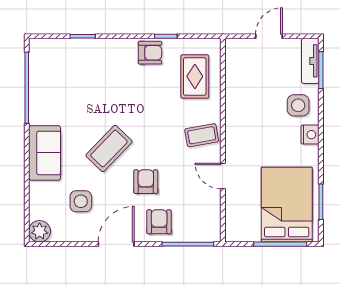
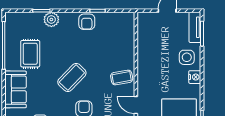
plant: (98, 49) -> (51, 19), added
armchair: (150, 53) -> (87, 22), turned 90
rug: (195, 76) -> (30, 54), moved
coffee table: (109, 149) -> (72, 77), moved

